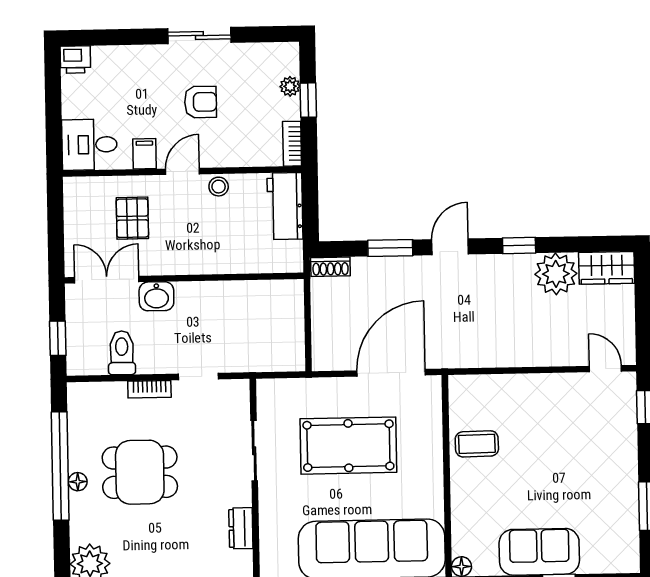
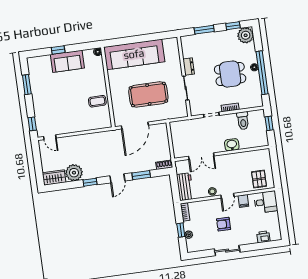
printer: (75, 60) -> (263, 237), moved
pallet: (132, 218) -> (259, 179), moved
double door: (107, 280) -> (201, 156), moved
dresser: (241, 528) -> (189, 67), moved

